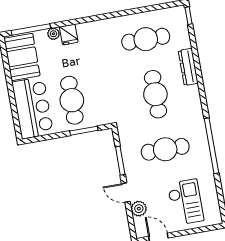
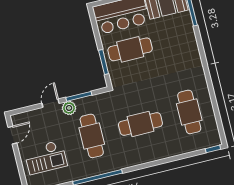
plant: (53, 34) -> (189, 29), removed
fridge: (69, 35) -> (189, 43), removed
dresser: (188, 67) -> (167, 152), removed
plant: (139, 209) -> (69, 108), moved

